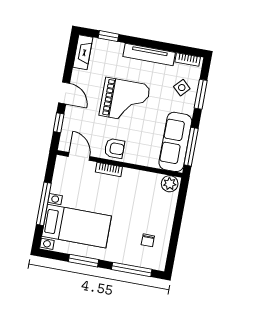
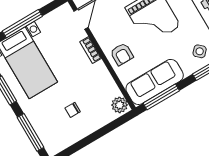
armchair: (114, 148) -> (122, 54), moved
chair: (148, 240) -> (73, 110), moved

